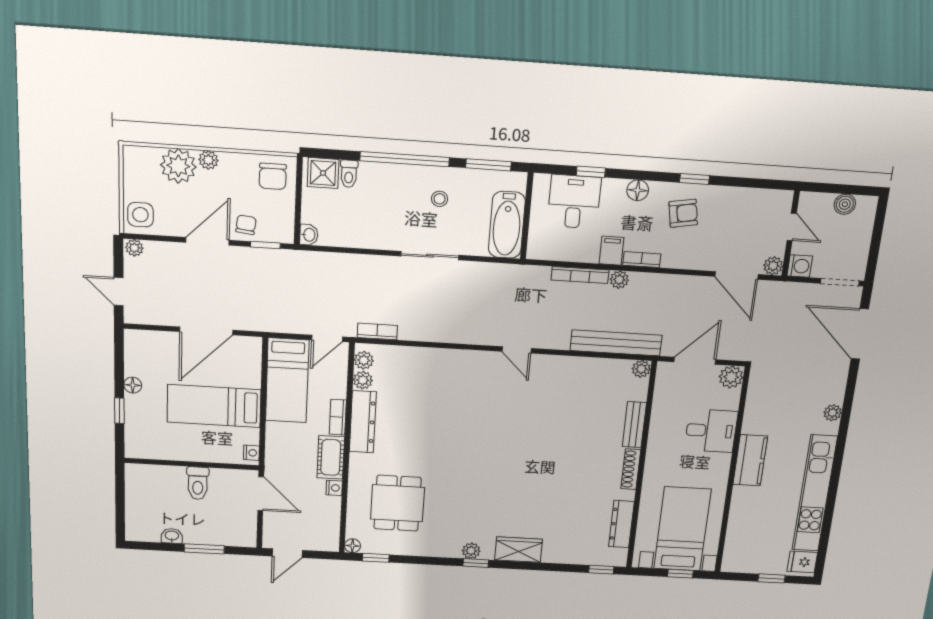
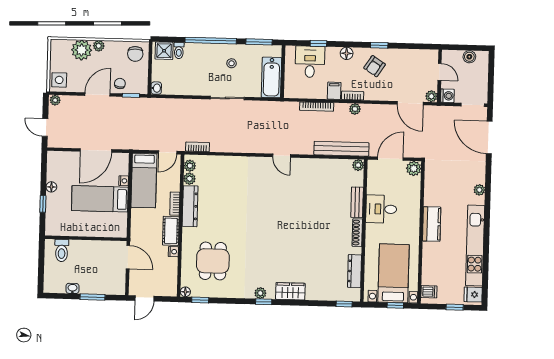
armchair: (683, 213) -> (375, 66), turned 133
plant: (619, 280) -> (355, 109), moved
desk: (711, 431) -> (381, 209), moved, turned 180
nightstand: (251, 453) -> (124, 181), moved
toilet: (198, 483) -> (62, 250), moved
dishwasher: (735, 556) -> (429, 292), added

